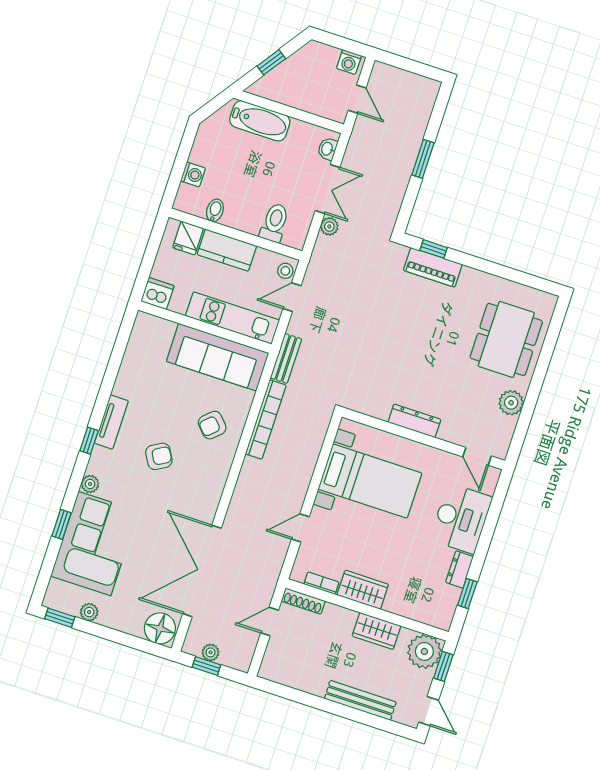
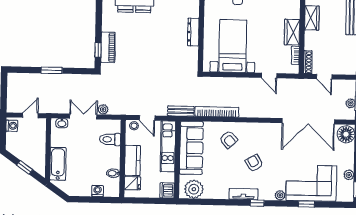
plant: (146, 340) -> (194, 189), added

